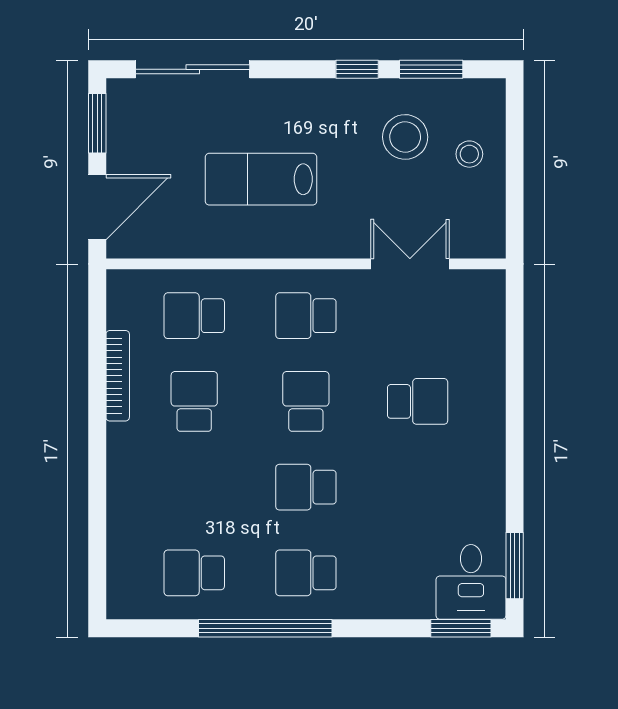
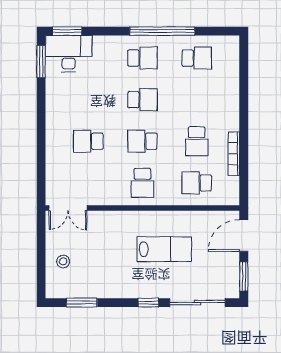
window: (357, 69) -> (148, 303), moved
stool: (405, 137) -> (94, 270), removed
double door: (410, 264) -> (68, 208), moved
school desk: (194, 316) -> (197, 183), turned 180
school desk: (306, 316) -> (142, 183), turned 90
school desk: (306, 401) -> (142, 141), turned 90
desk: (471, 582) -> (69, 54), width x1.37

